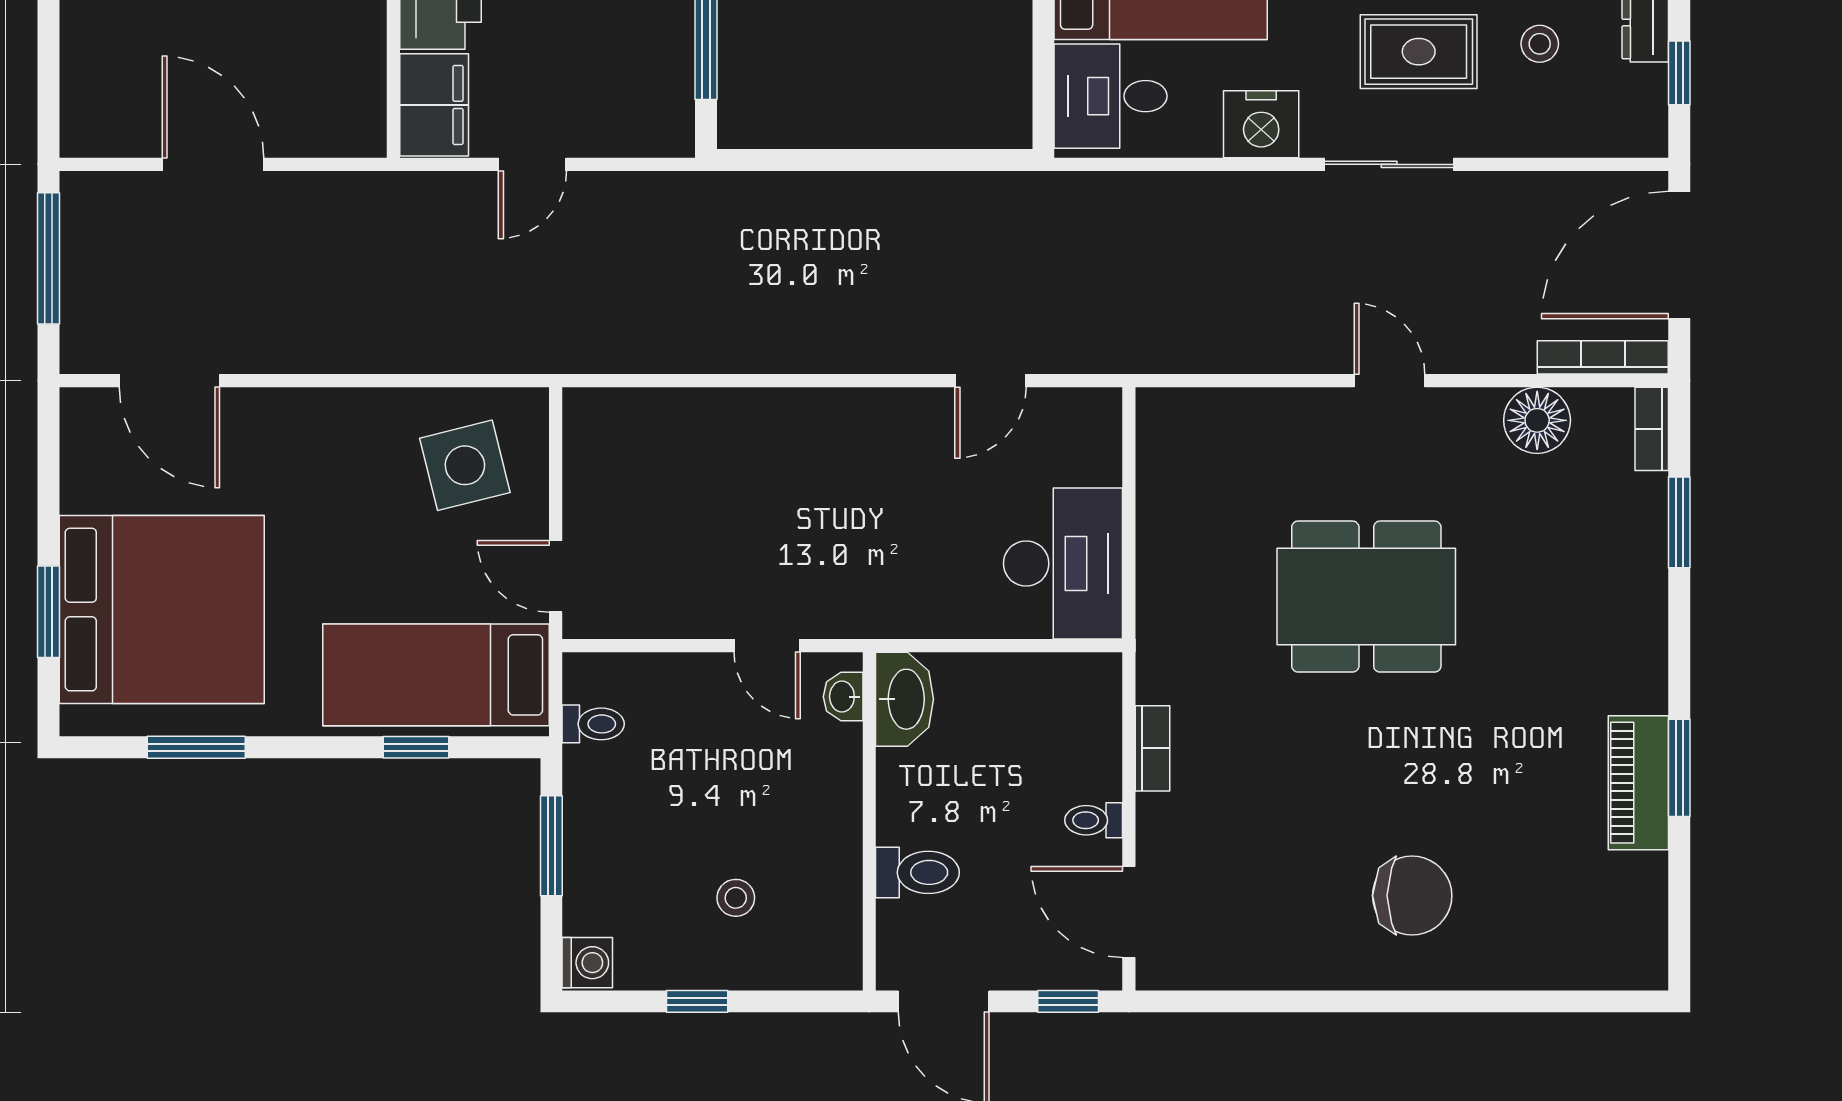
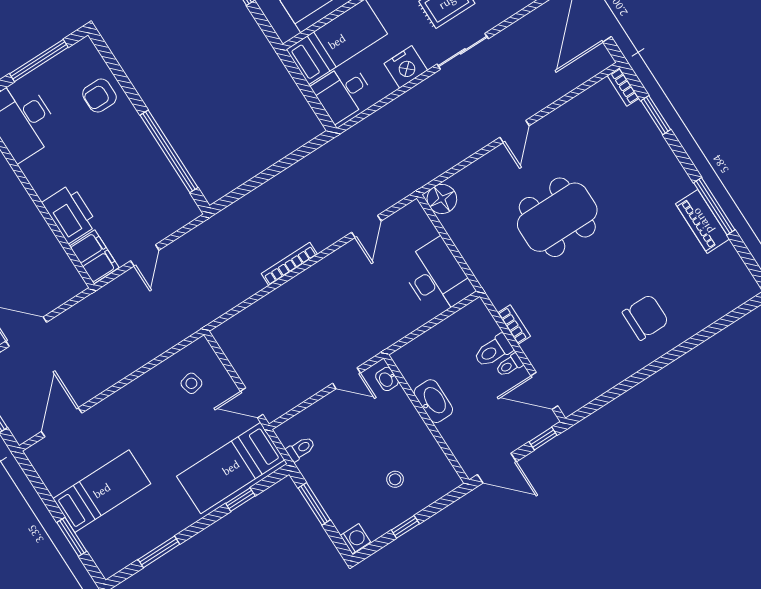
bookcase: (1603, 357) -> (289, 264), moved
door: (169, 381) -> (62, 422), swing flipped
door: (1390, 381) -> (514, 132), swing flipped
floor lamp: (1537, 420) -> (442, 199), moved
side table: (465, 465) -> (191, 383), width x0.54, depth x0.54
bed: (162, 610) -> (102, 491), width x0.49
washbasin: (905, 699) -> (433, 401), moved
window: (1679, 768) -> (714, 206), width x1.44
toilet: (917, 872) -> (493, 351), moved, turned 180

